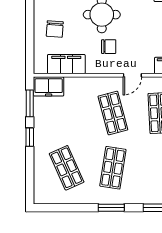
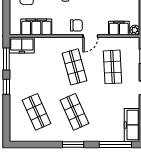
chair: (109, 47) -> (76, 25), moved
shop shelf: (113, 168) -> (74, 112), turned -33

